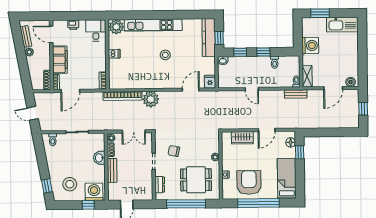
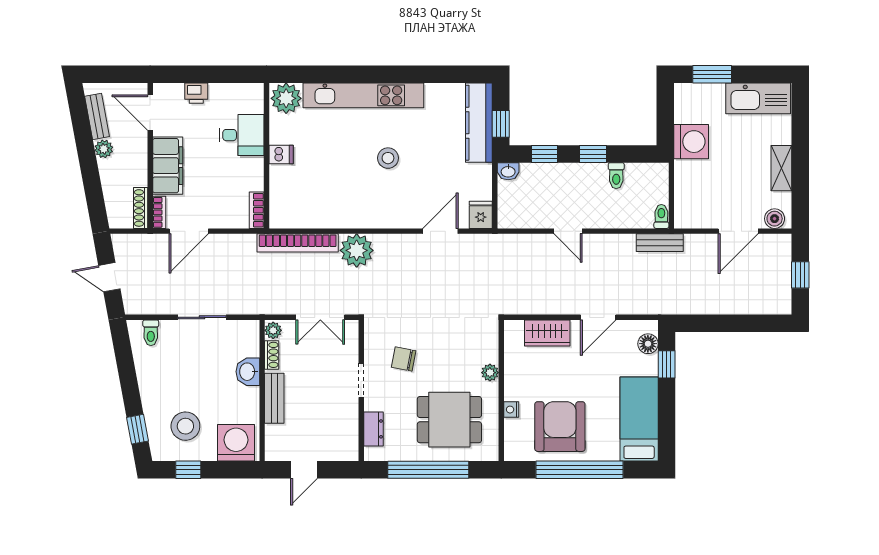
desk: (96, 30) -> (242, 135), moved, turned 90
shelving: (307, 76) -> (781, 168), moved
window: (88, 205) -> (188, 470), moved

